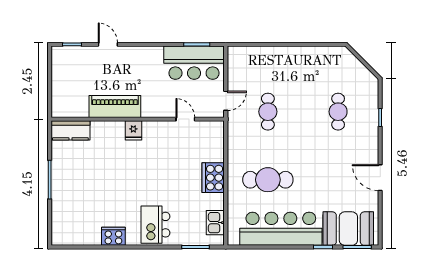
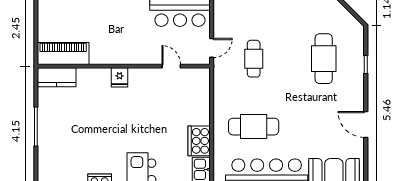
piano: (115, 106) -> (63, 53), moved
cafe table: (338, 112) -> (324, 59), width x1.37, depth x1.35
cooker: (213, 178) -> (199, 141), moved

